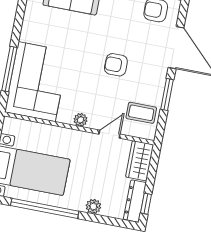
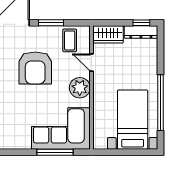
armchair: (116, 65) -> (35, 68), width x1.88, depth x1.88
plant: (81, 120) -> (80, 88), width x1.88, depth x1.88
plant: (93, 206) -> (152, 64), removed

